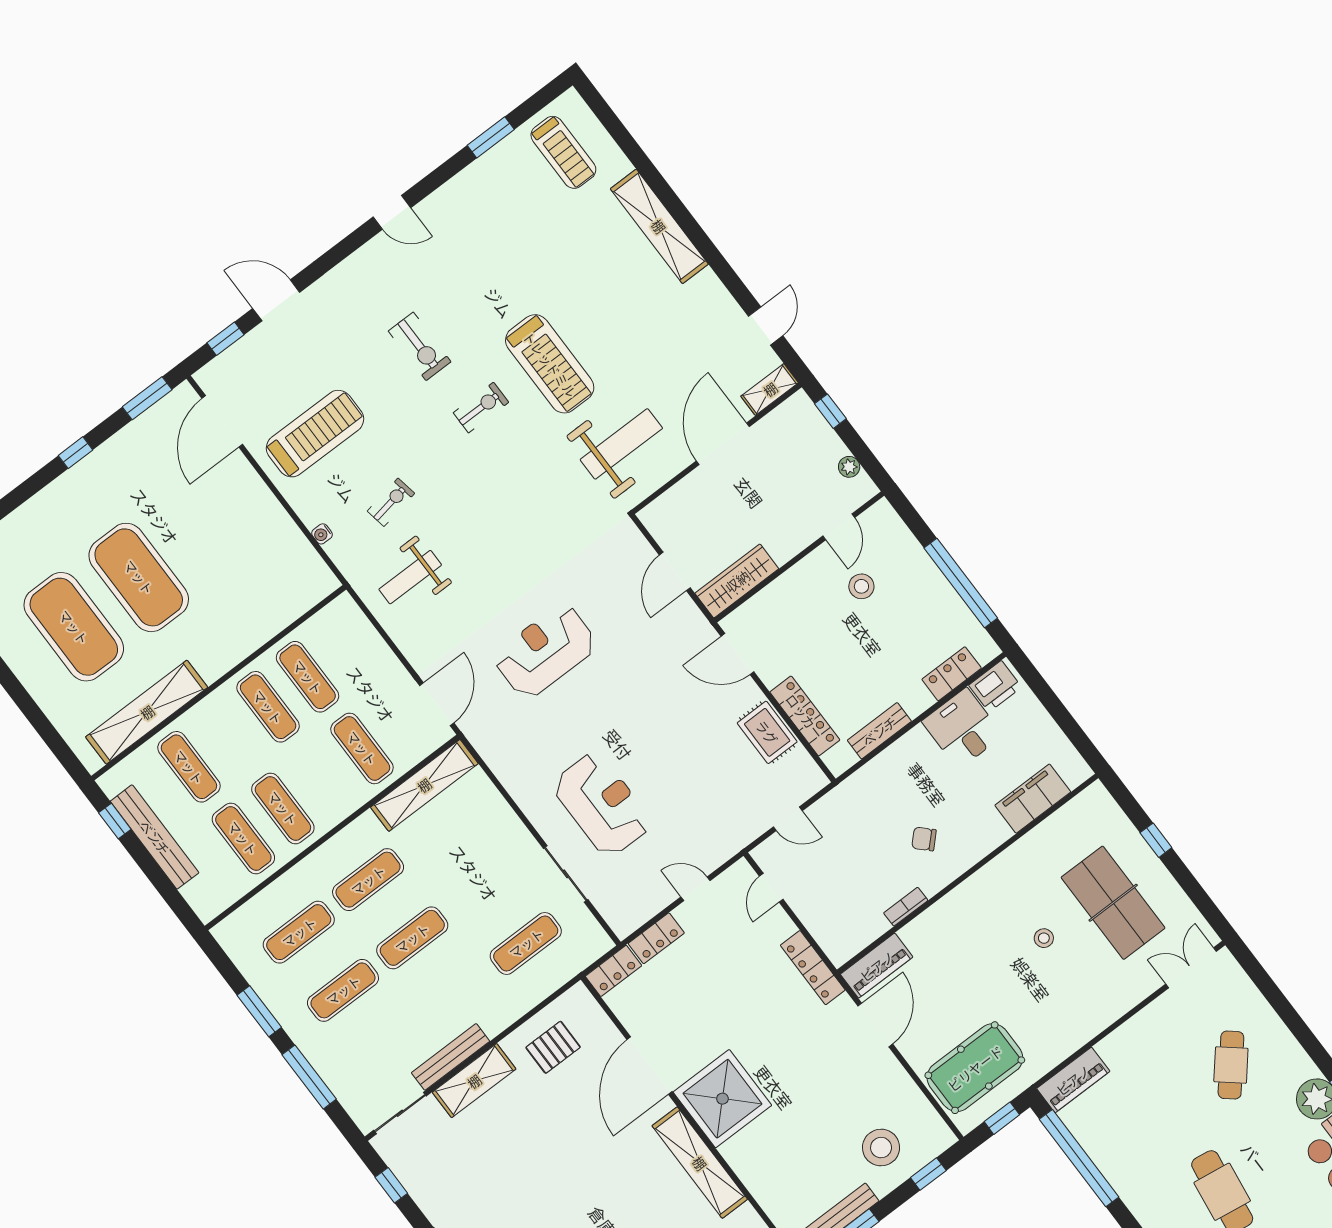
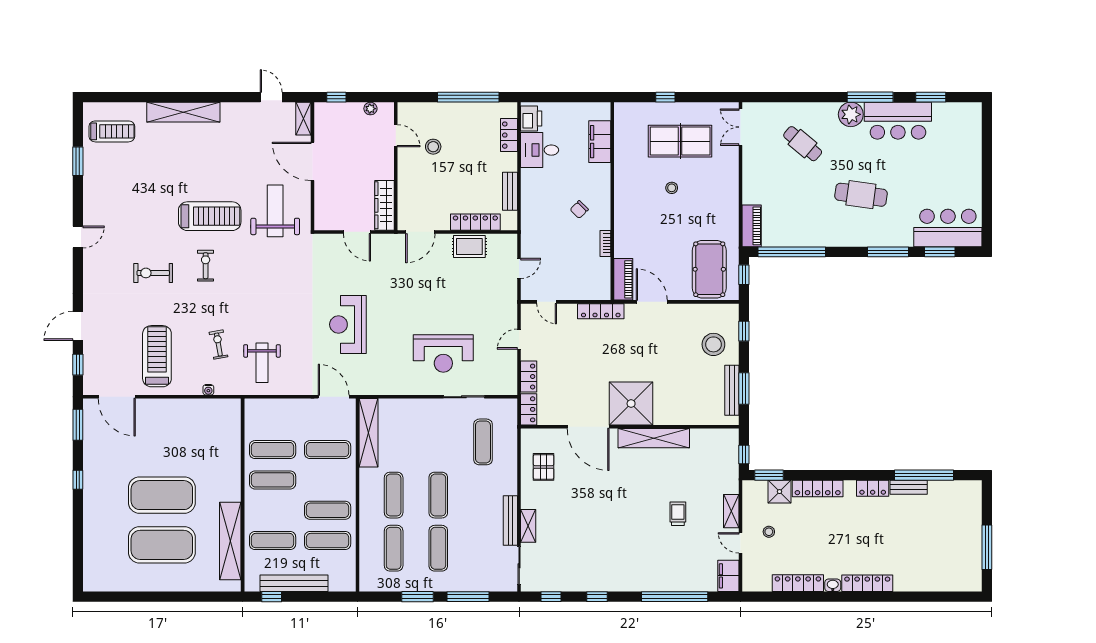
exercise bike: (420, 346) -> (153, 273), turned 180
reception desk: (602, 804) -> (443, 353), turned 180
shelving: (474, 1081) -> (528, 526), width x0.67, depth x0.75

